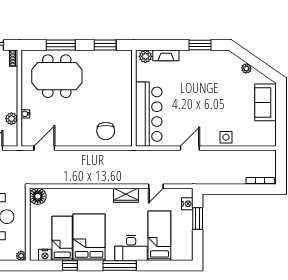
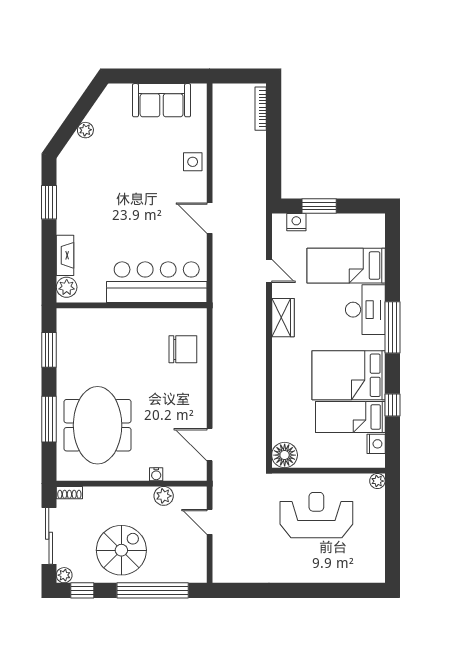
sofa: (265, 102) -> (162, 100), moved

